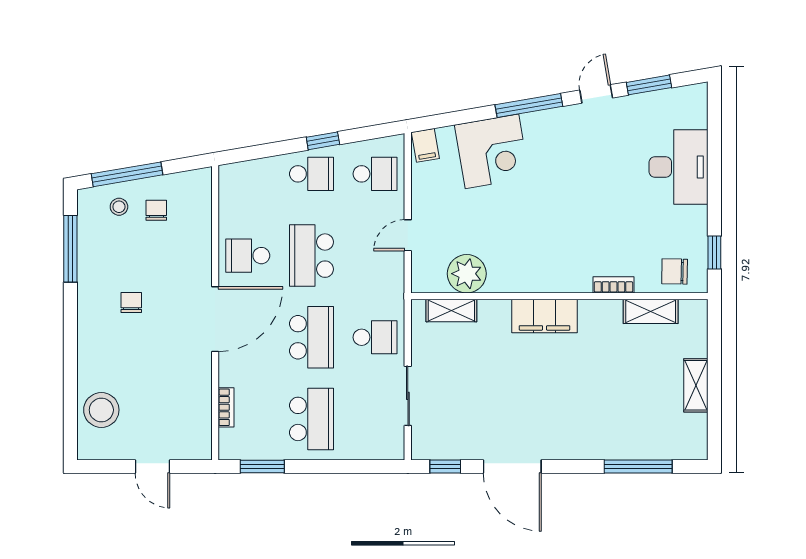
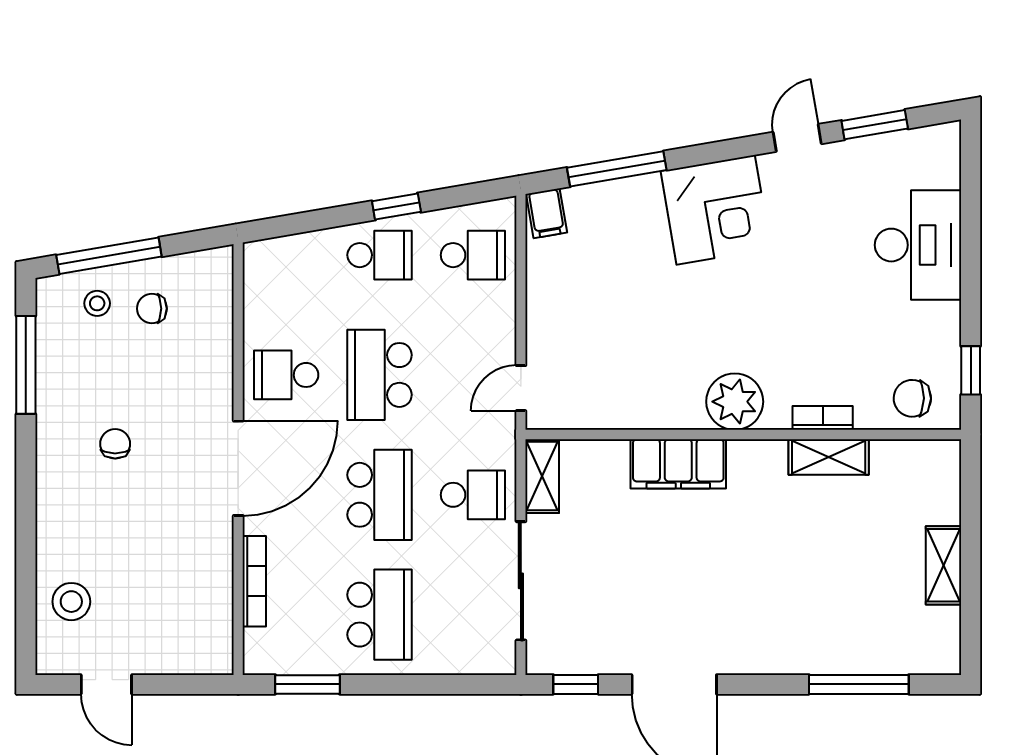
window: (529, 106) -> (617, 169), moved
corner desk: (492, 151) -> (716, 210), moved
chair: (156, 210) -> (152, 309), turned -90
door: (408, 235) -> (521, 388), moved
plant: (467, 274) -> (735, 402), moved
shelving: (451, 311) -> (542, 476), moved, turned 90
shelving: (651, 311) -> (829, 457), moved
filing cabinet: (545, 316) -> (678, 464), moved
sliding door: (408, 396) -> (521, 581), width x1.37
bookcase: (226, 407) -> (254, 581), width x1.56
stool: (101, 410) -> (71, 602), width x0.73, depth x0.73
door: (152, 467) -> (106, 684), moved

